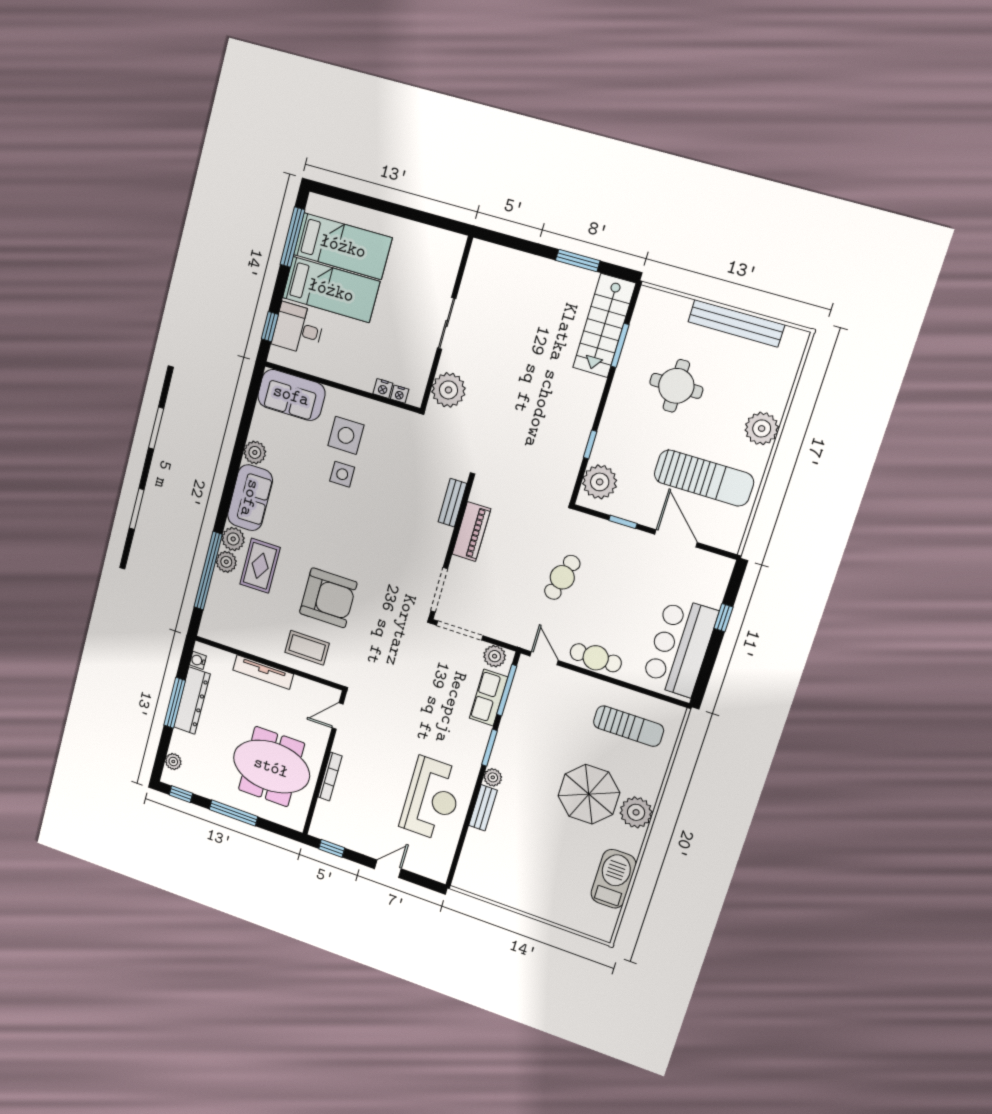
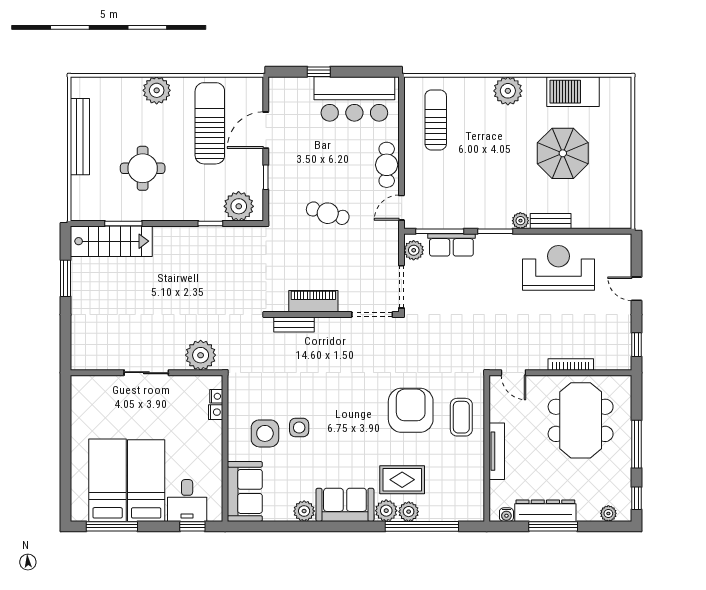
parasol: (589, 794) -> (563, 153), moved

